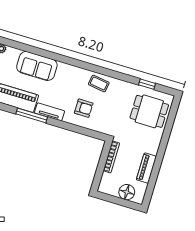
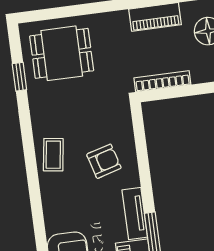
armchair: (84, 108) -> (104, 161), turned 74
dining table: (149, 111) -> (62, 53), turned 90

